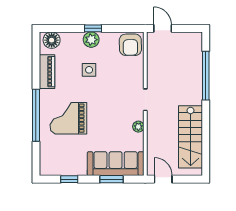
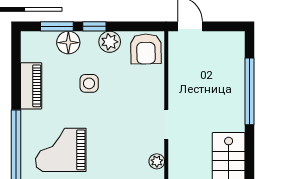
window: (66, 28) -> (57, 26), added
floor lamp: (52, 40) -> (68, 43), moved
plant: (91, 40) -> (110, 42), moved

